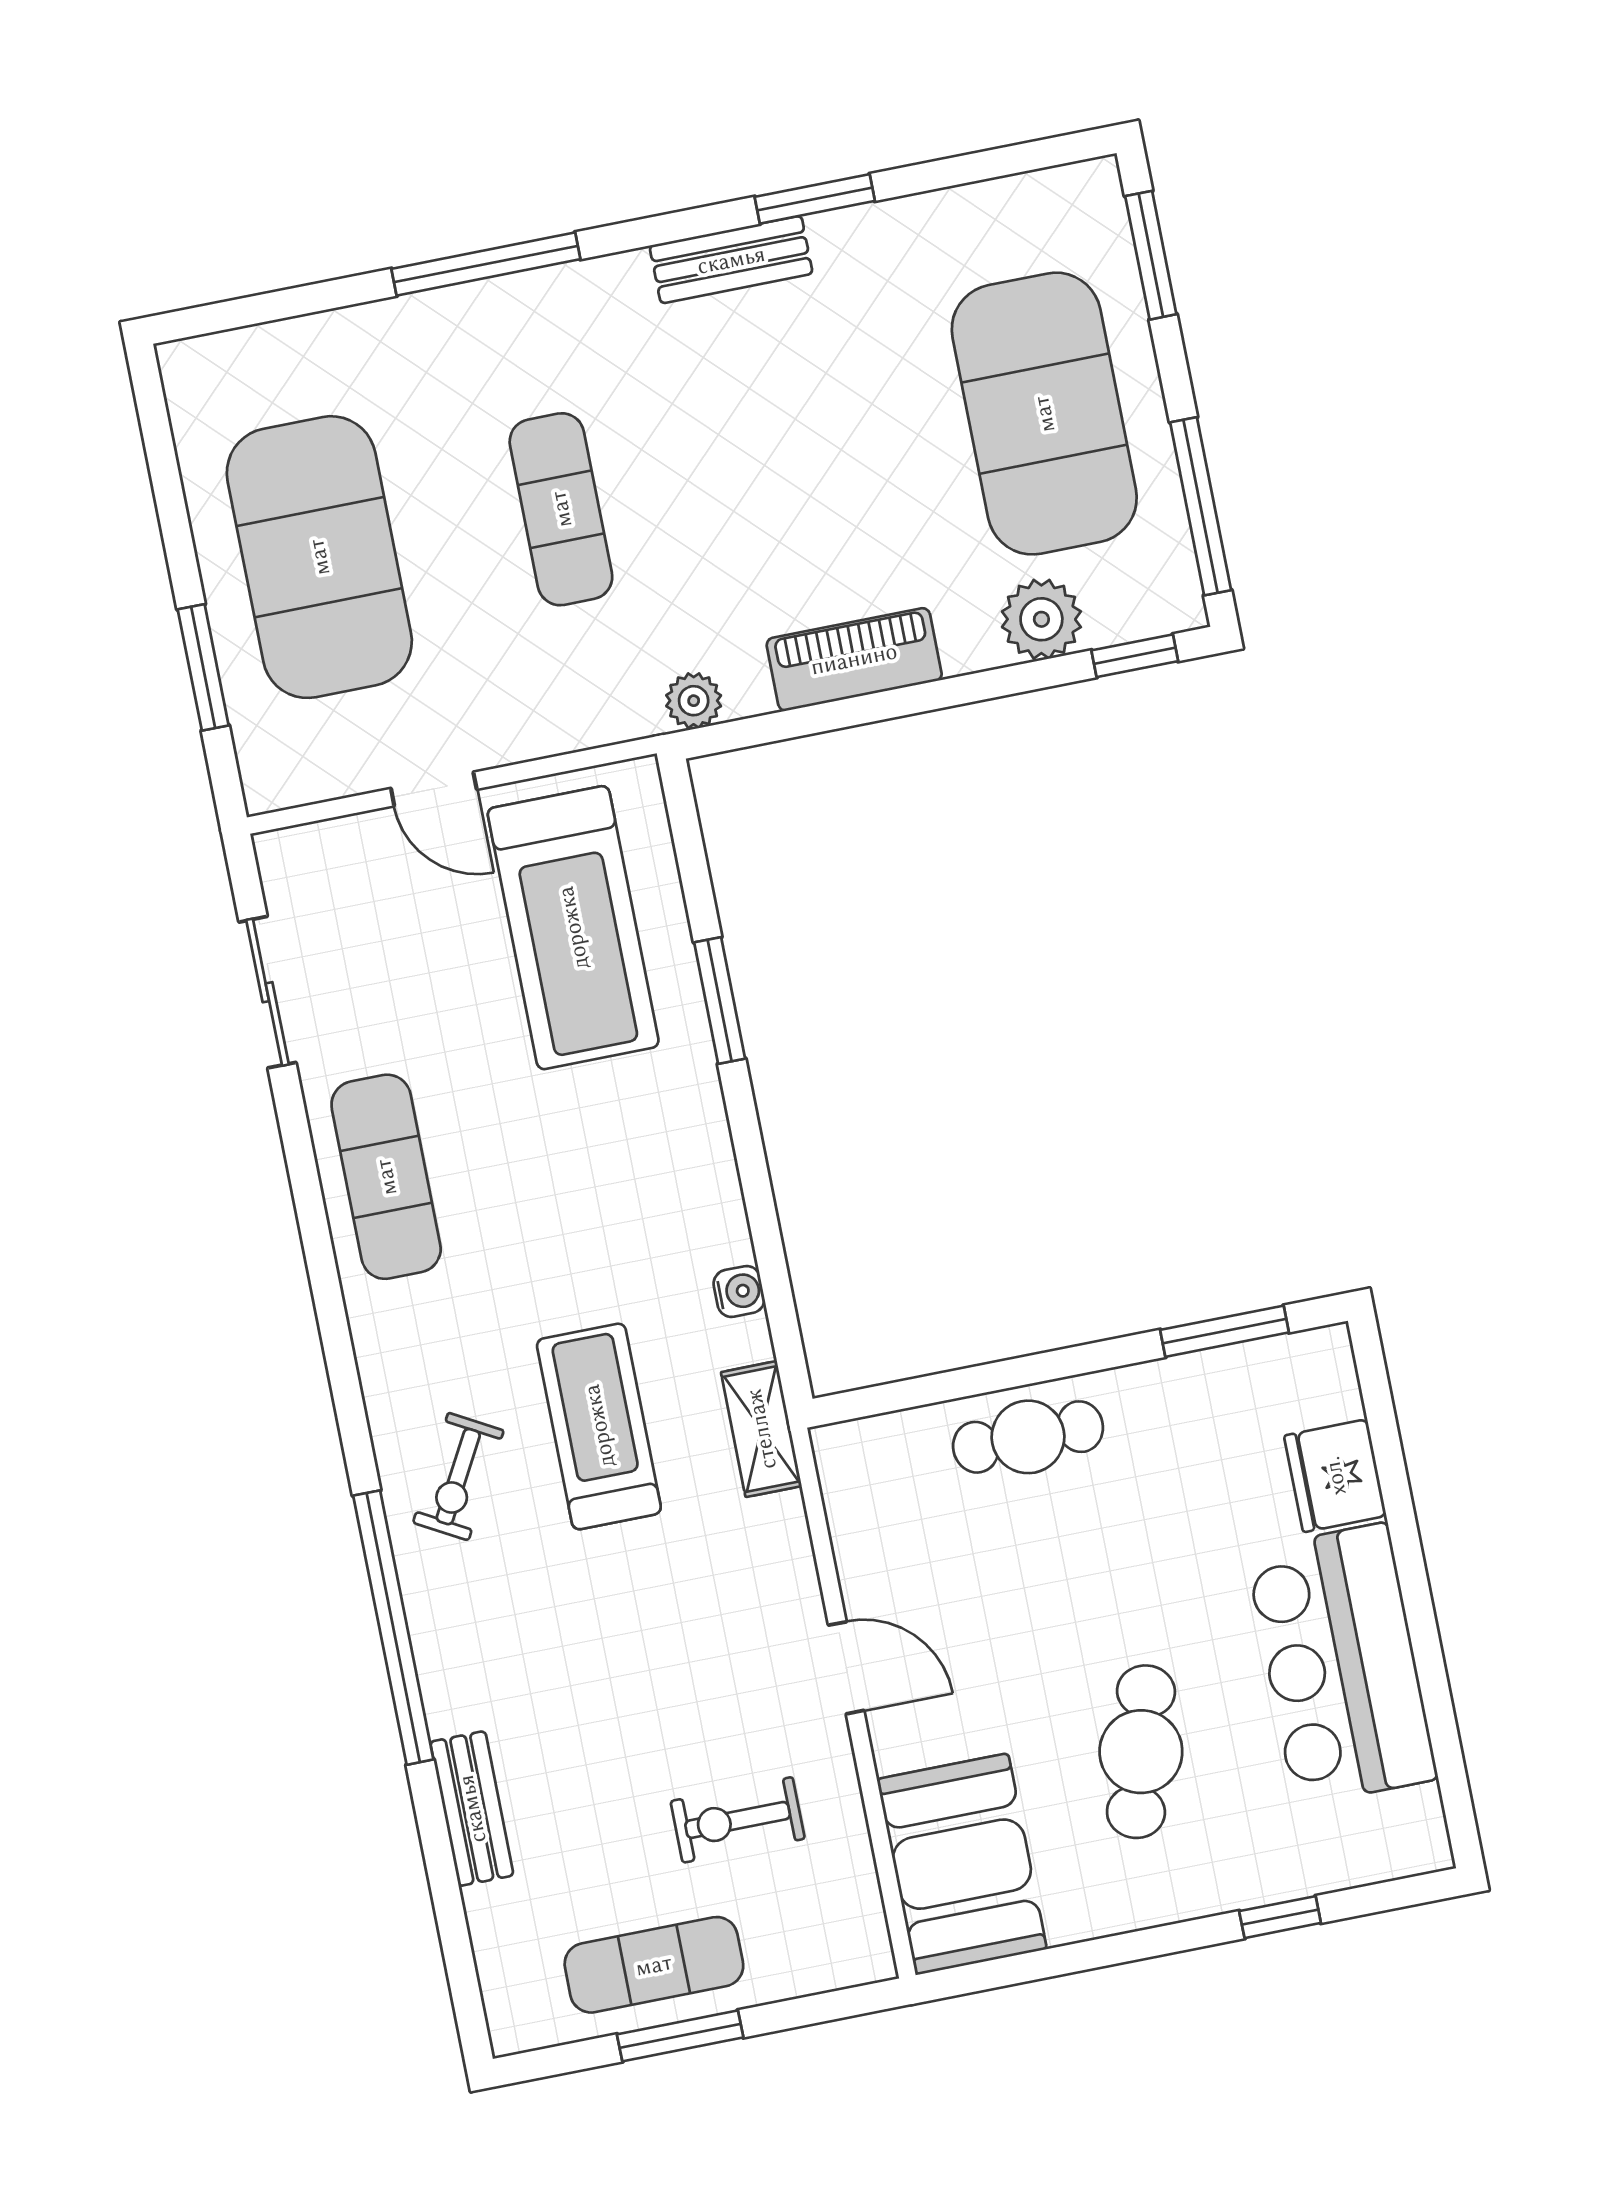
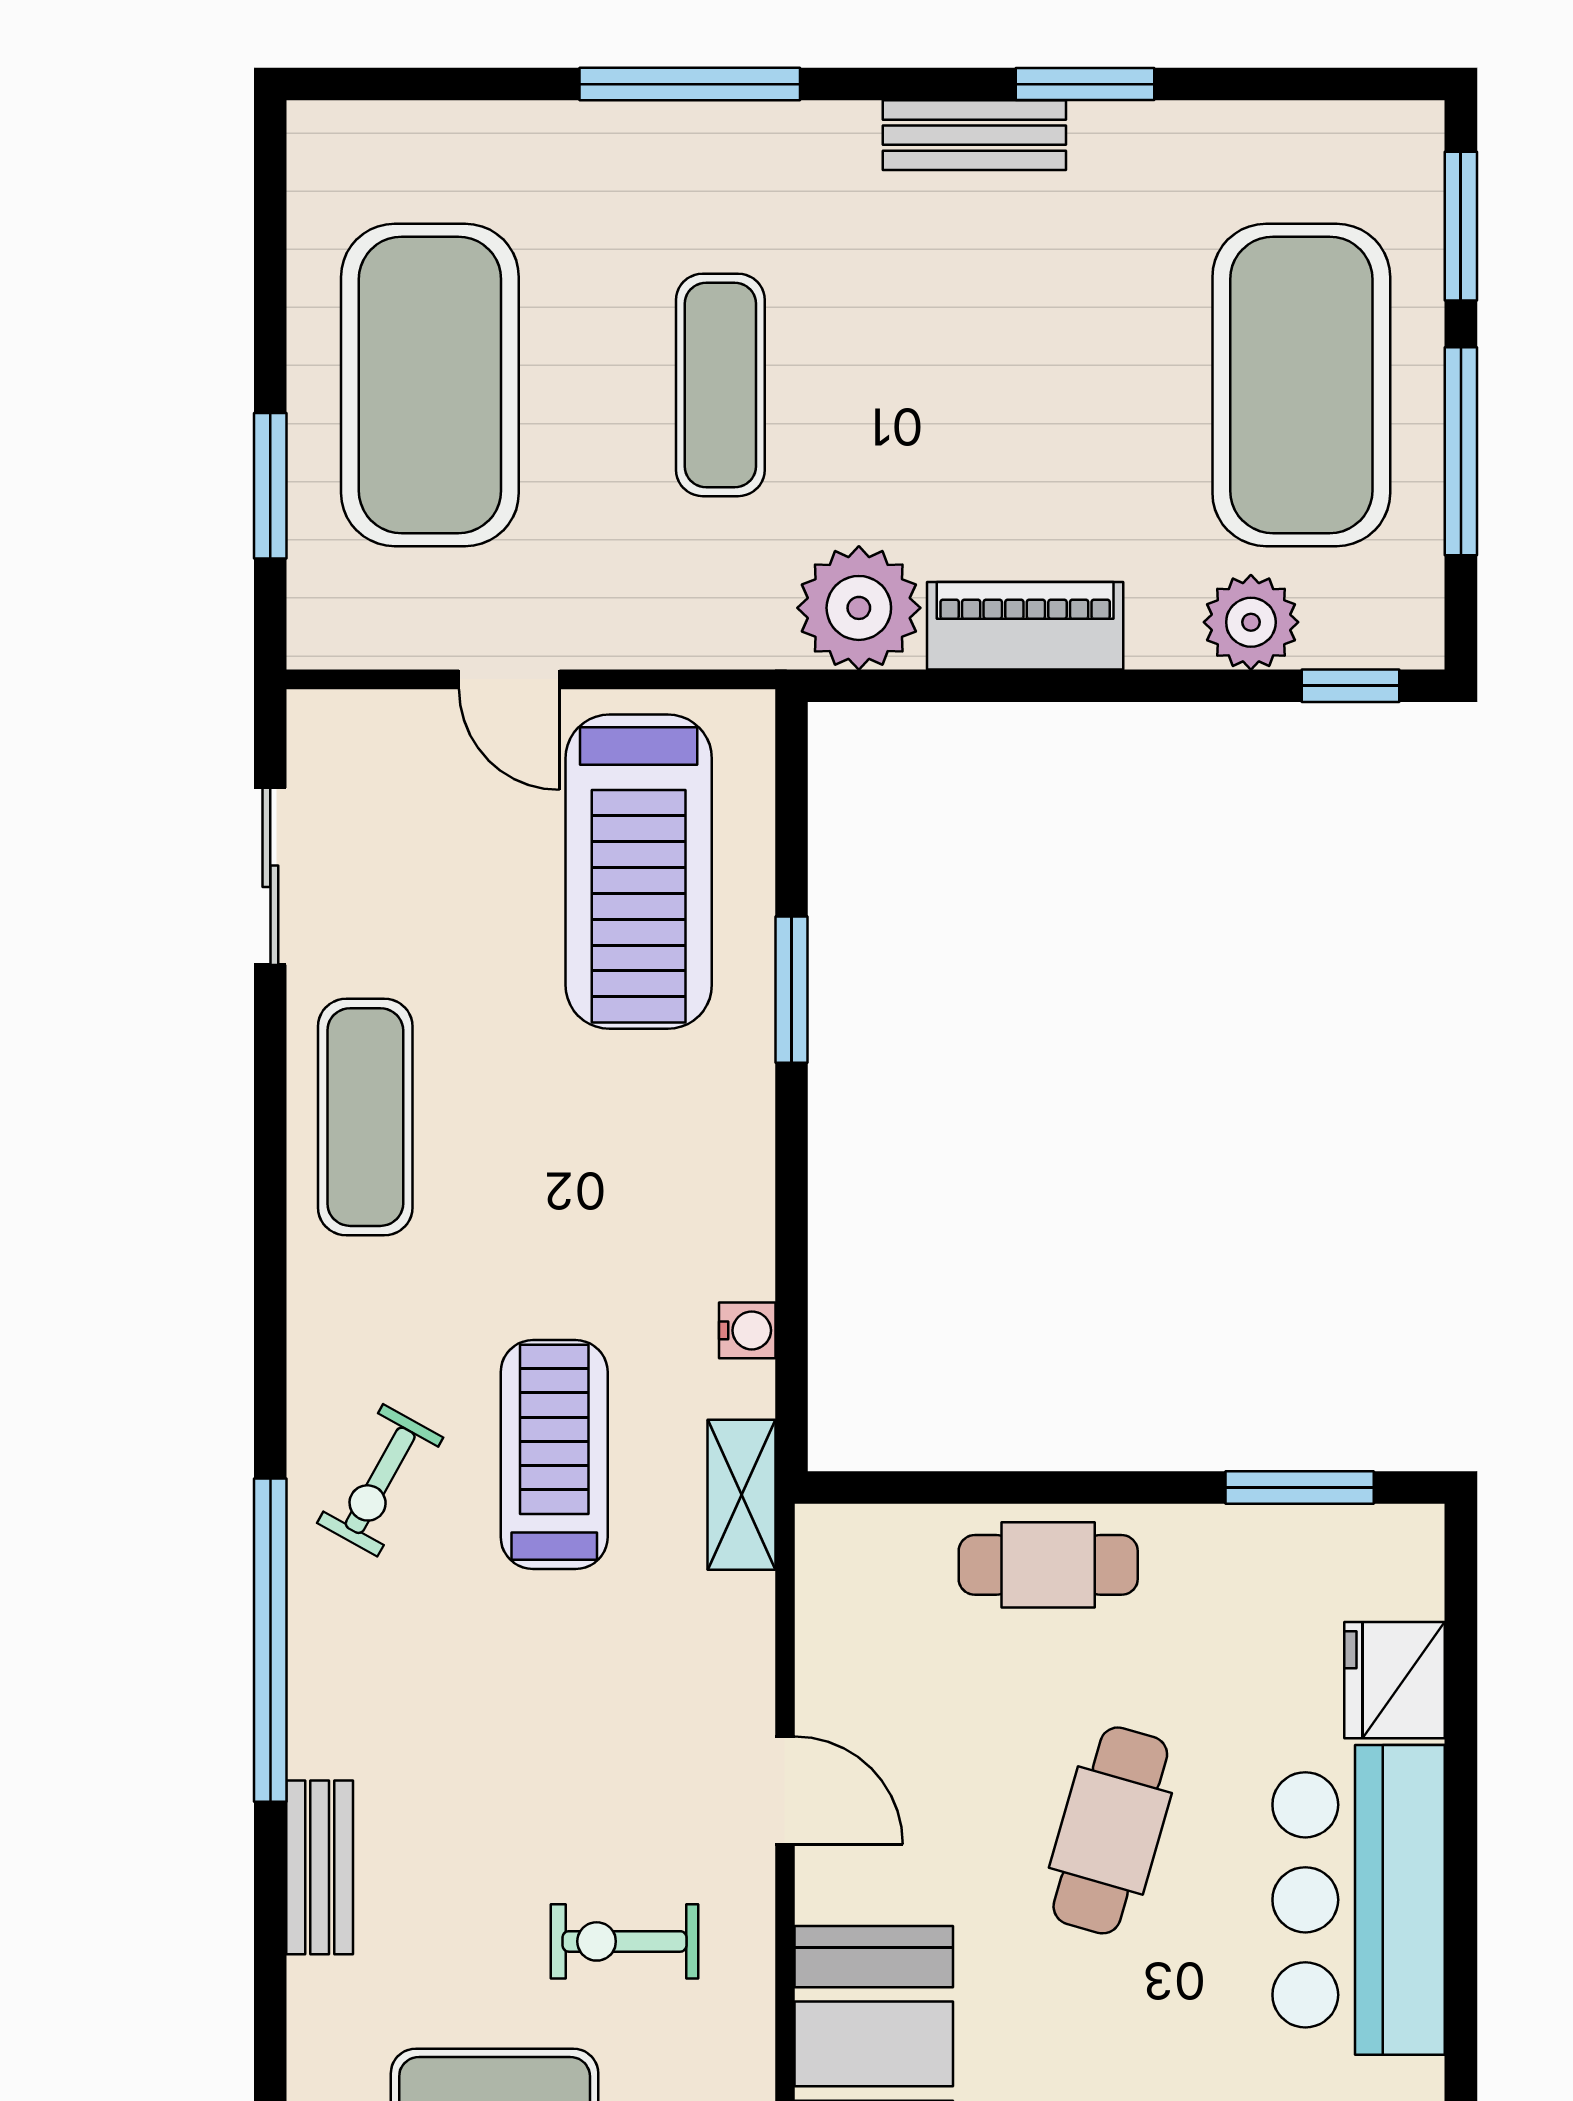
window: (1201, 506) -> (1461, 451), moved
plant: (694, 701) -> (859, 608), width x1.88, depth x1.88
cafe table: (1141, 1752) -> (1110, 1830), moved

